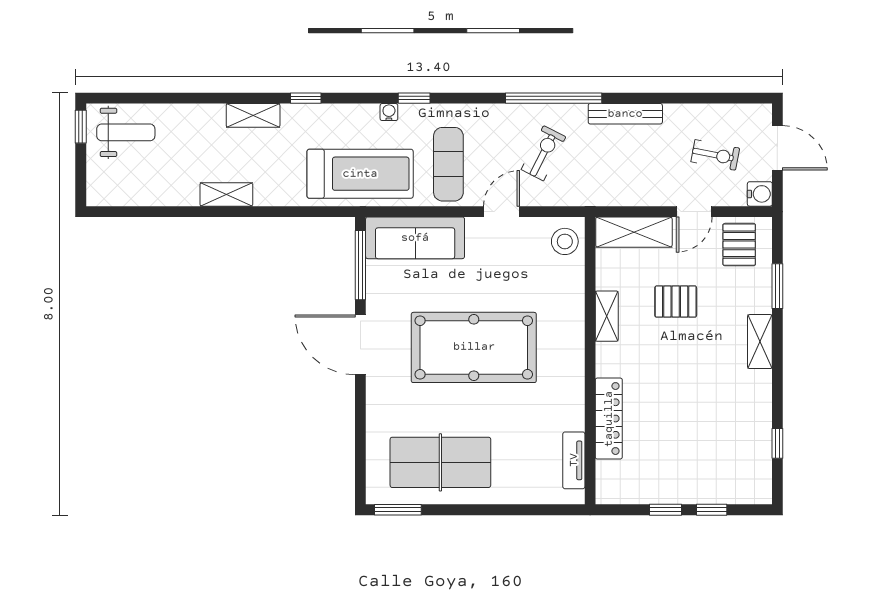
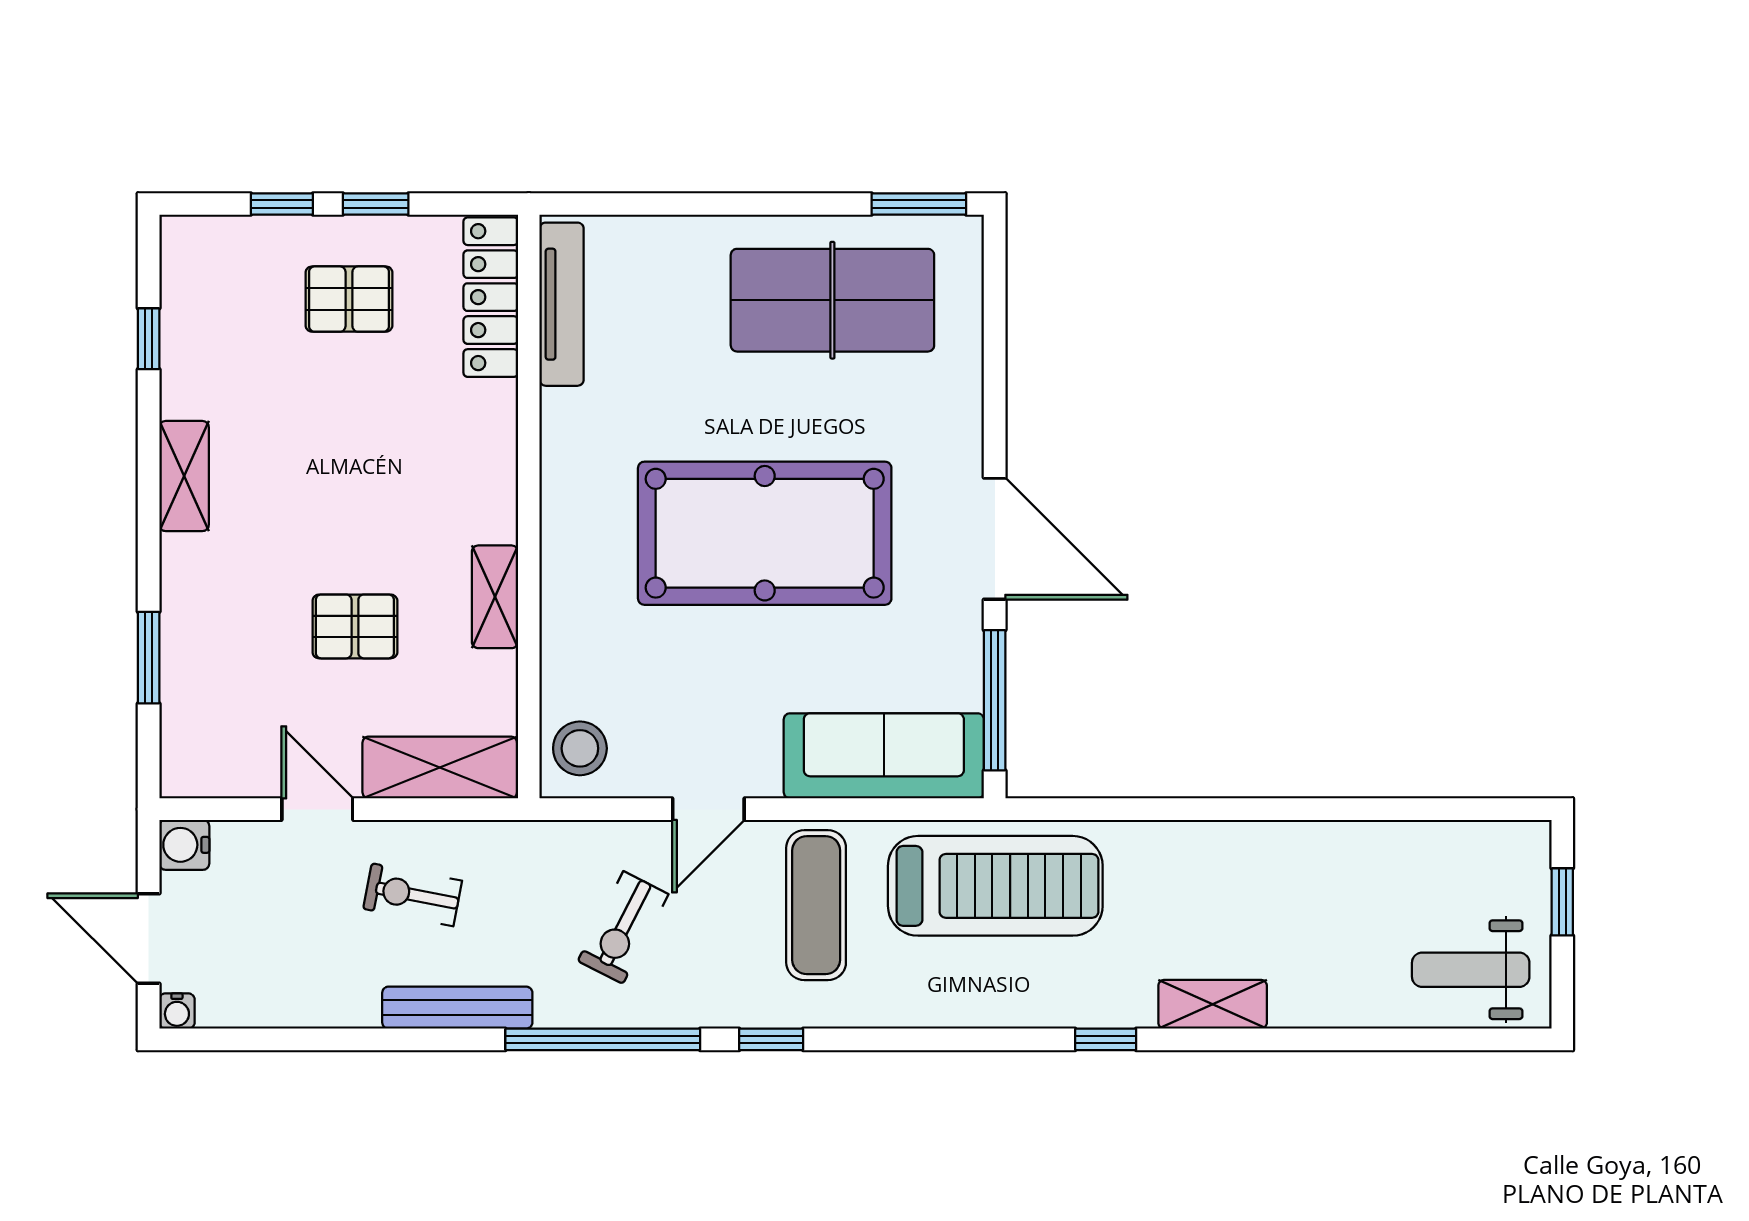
window: (414, 98) -> (771, 1039), moved
water cooler: (389, 112) -> (177, 1011), moved
window: (81, 127) -> (1562, 902), moved
exercise bike: (715, 155) -> (413, 895), moved
treadmill: (360, 174) -> (995, 886), turned 180
shelving: (226, 194) -> (1267, 844), removed
door: (694, 212) -> (317, 809), hinge flipped
pallet: (739, 245) -> (349, 299), moved, turned 90
shelving: (760, 342) -> (184, 476), moved
locker: (609, 419) -> (491, 297), moved
tv unit: (574, 460) -> (562, 304), width x1.41

